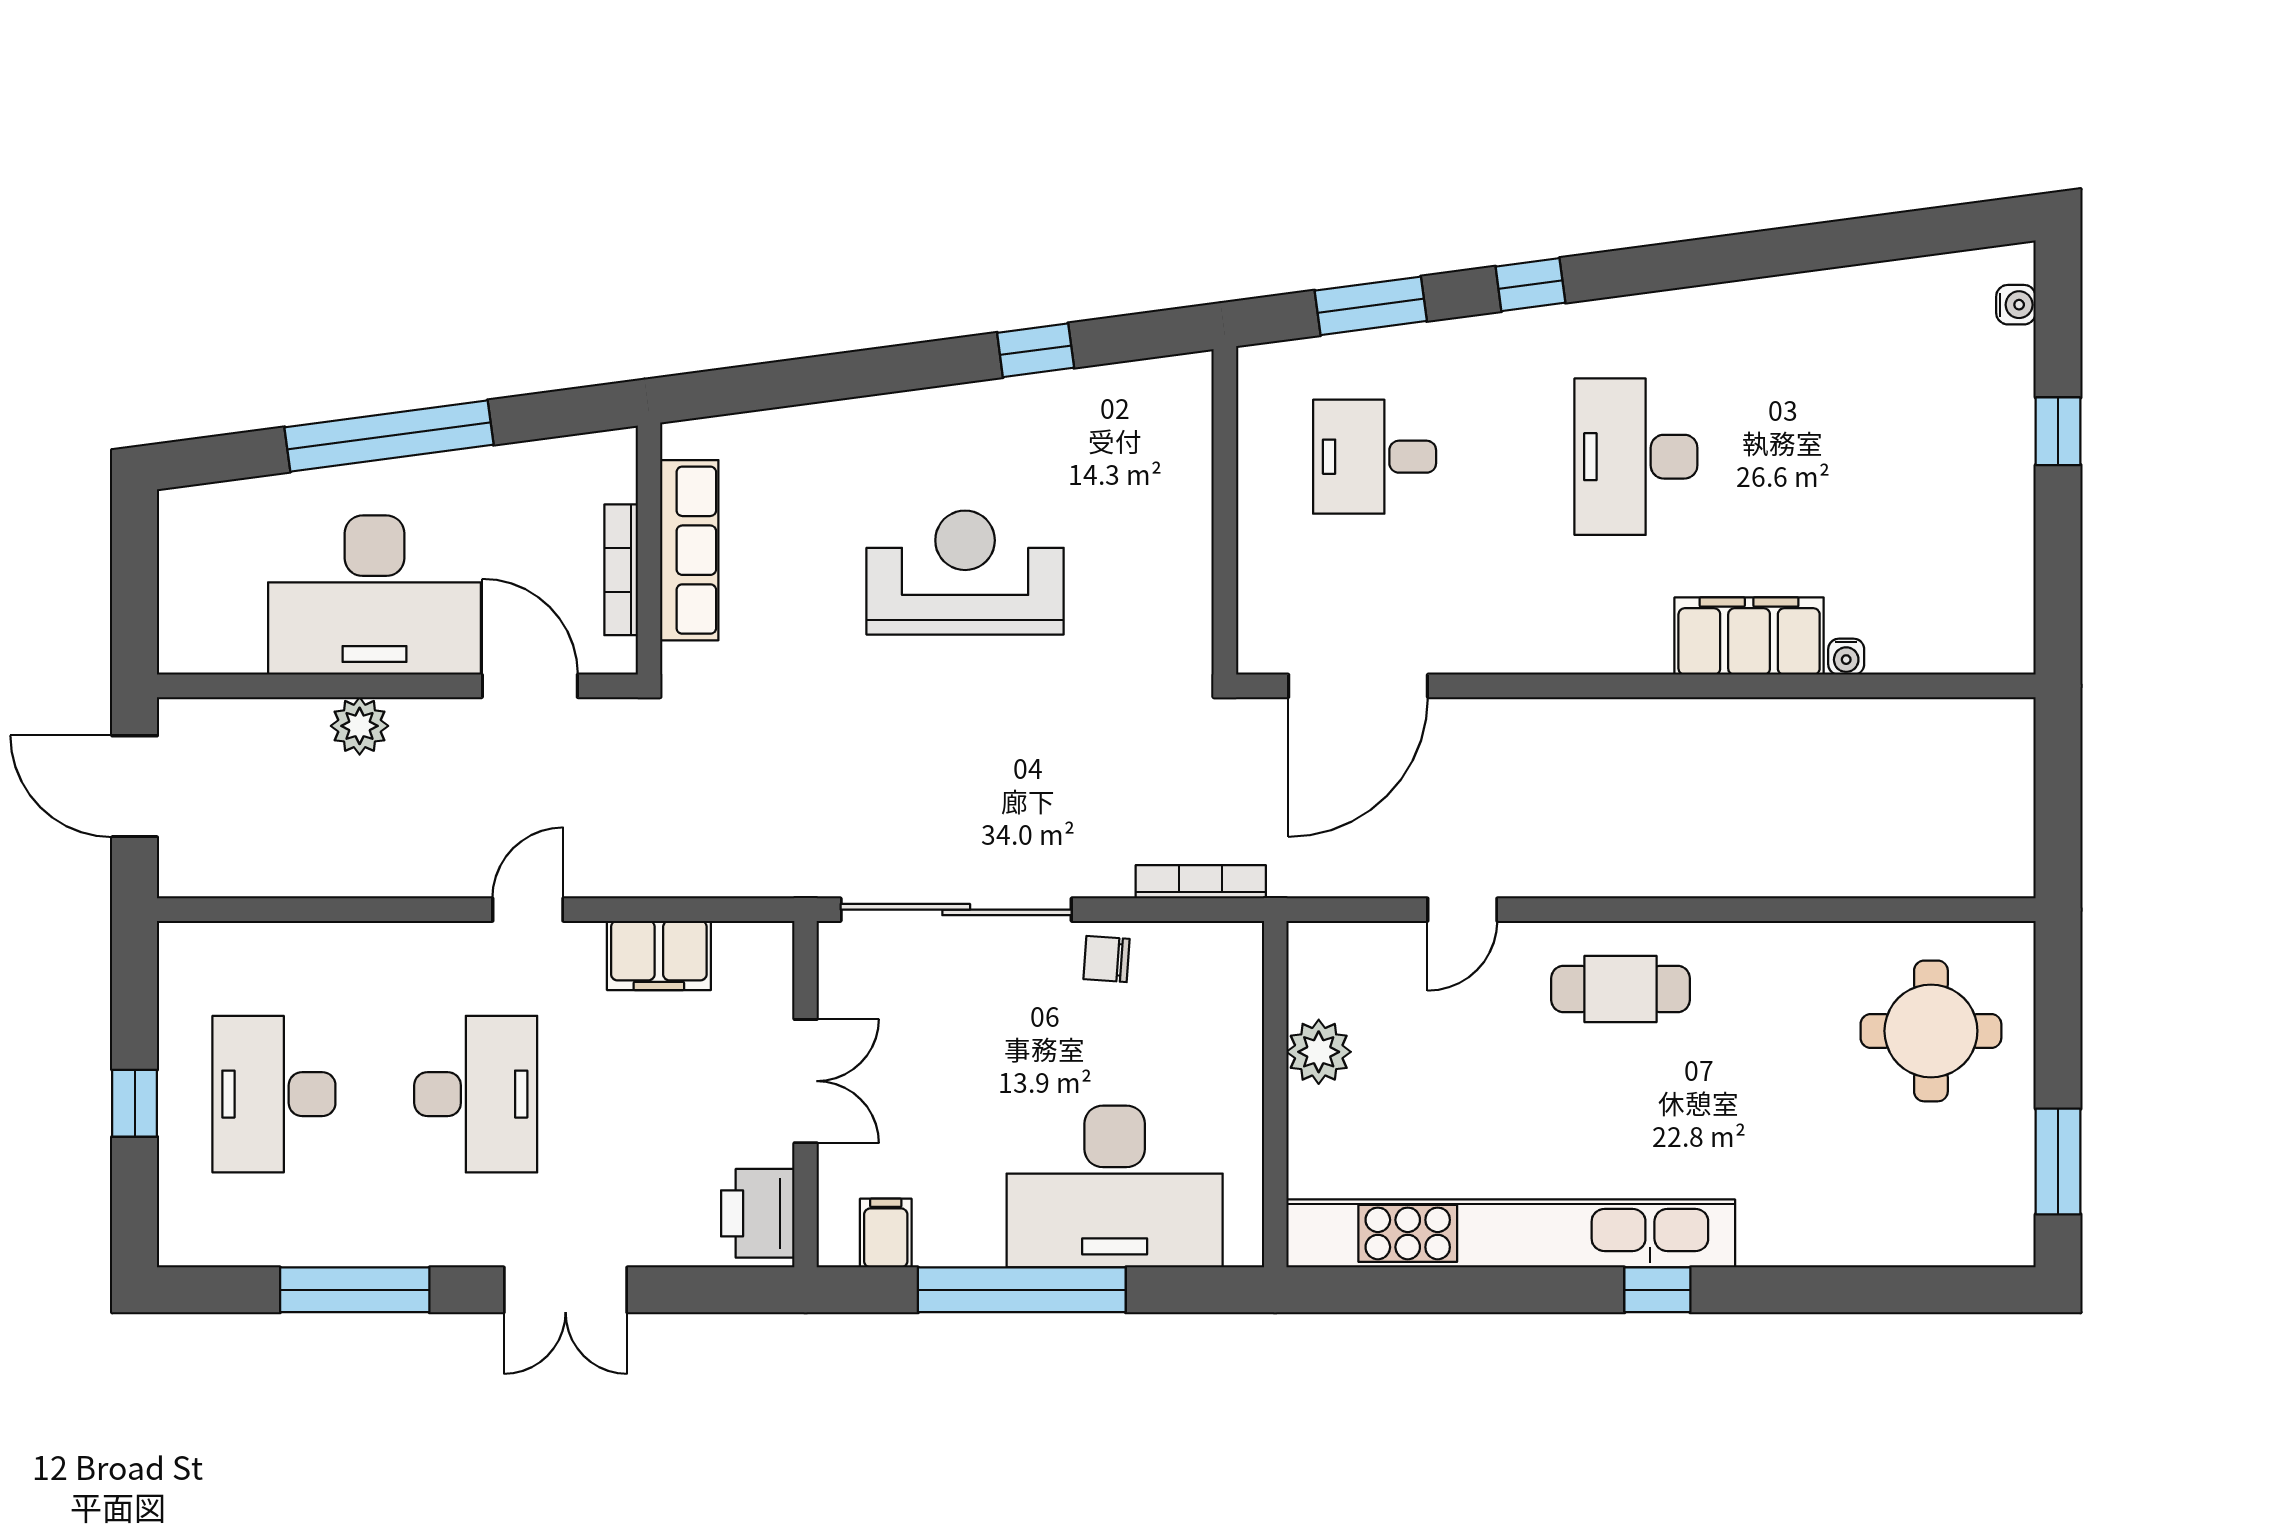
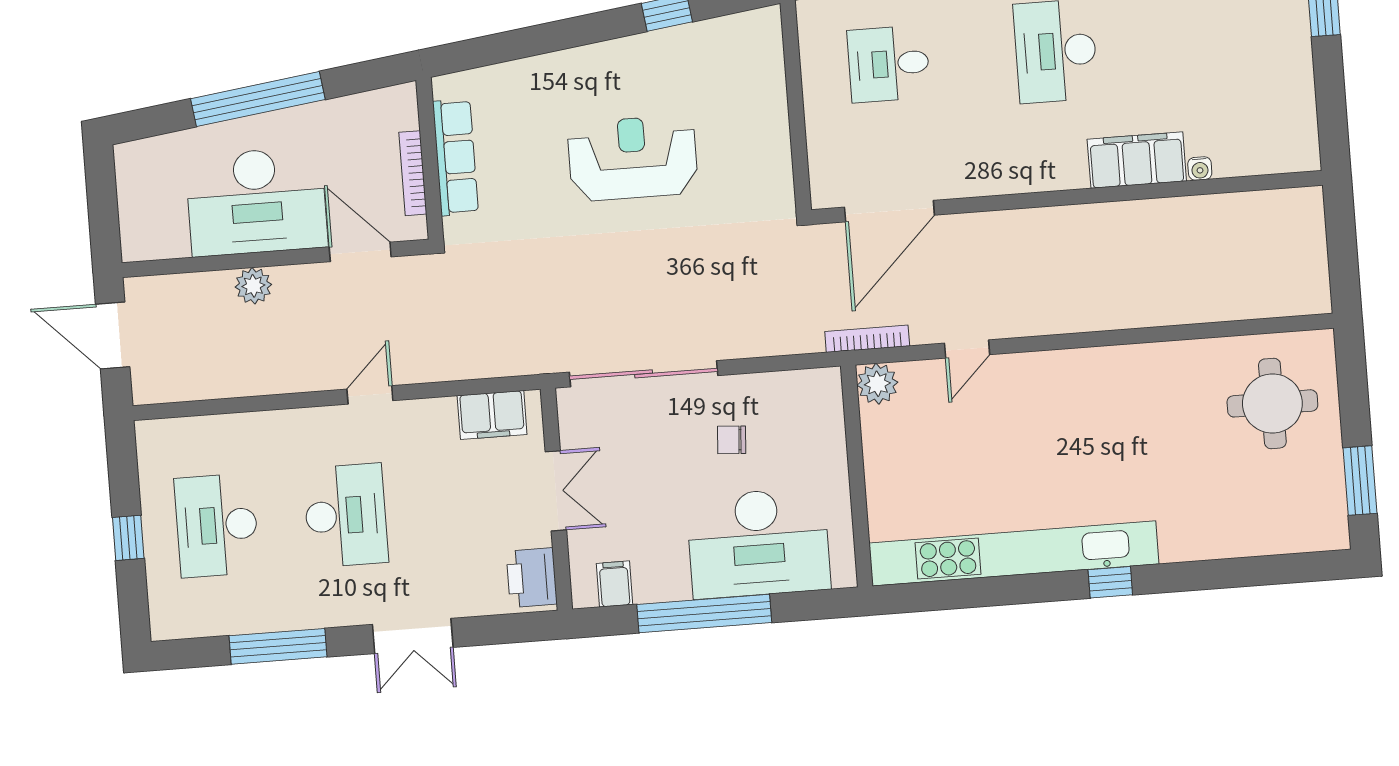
bookcase: (1201, 882) -> (867, 339), moved
filing cabinet: (659, 955) -> (492, 415), moved
chair: (1107, 959) -> (732, 440), moved
cafe table: (1621, 989) -> (1072, 392), removed
plant: (1319, 1052) -> (877, 384), moved

